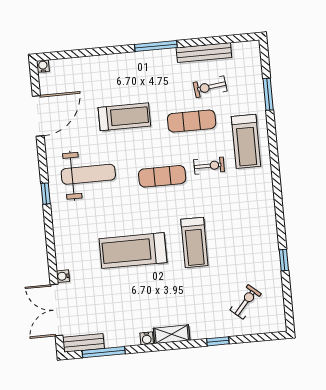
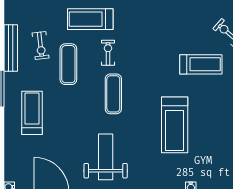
treadmill: (124, 117) -> (32, 113), moved
treadmill: (246, 141) -> (90, 19), turned 180
treadmill: (194, 242) -> (201, 64), moved

